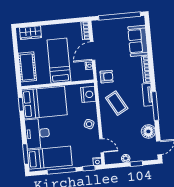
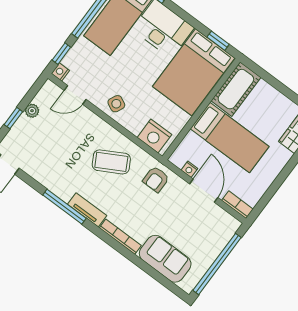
cot: (27, 67) -> (236, 89), moved, turned 90
floor lamp: (148, 131) -> (40, 169), removed

